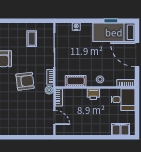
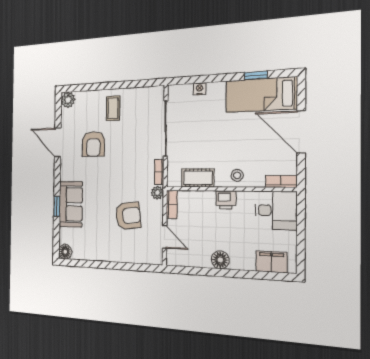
coffee table: (32, 39) -> (113, 108), moved
armchair: (25, 81) -> (128, 216), moved
floor lamp: (90, 130) -> (220, 260), added

